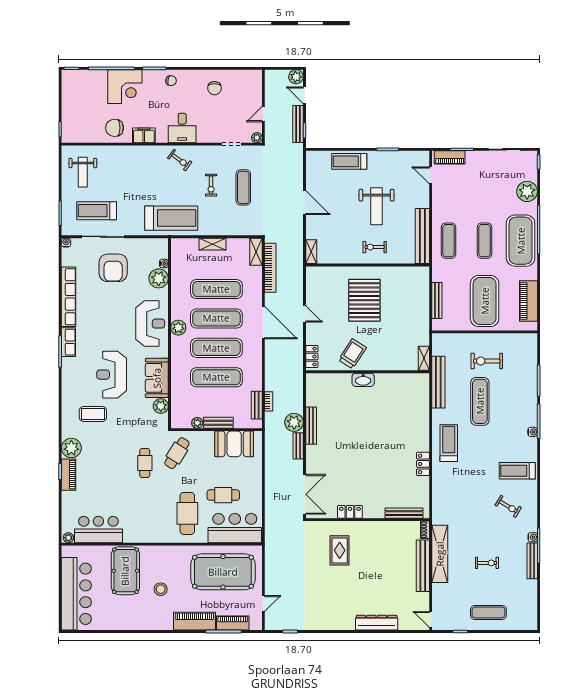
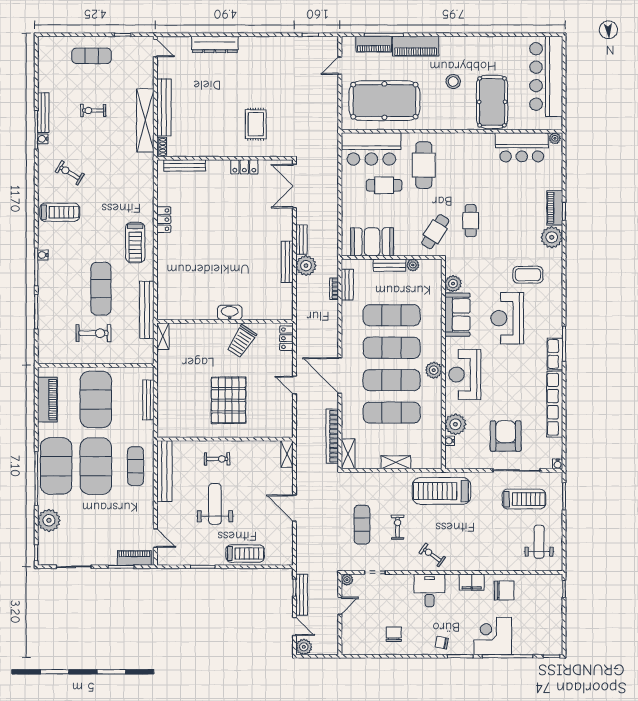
exercise mat: (485, 241) -> (96, 466), width x2.00, depth x1.45
reception desk: (112, 375) -> (507, 318), turned 180

